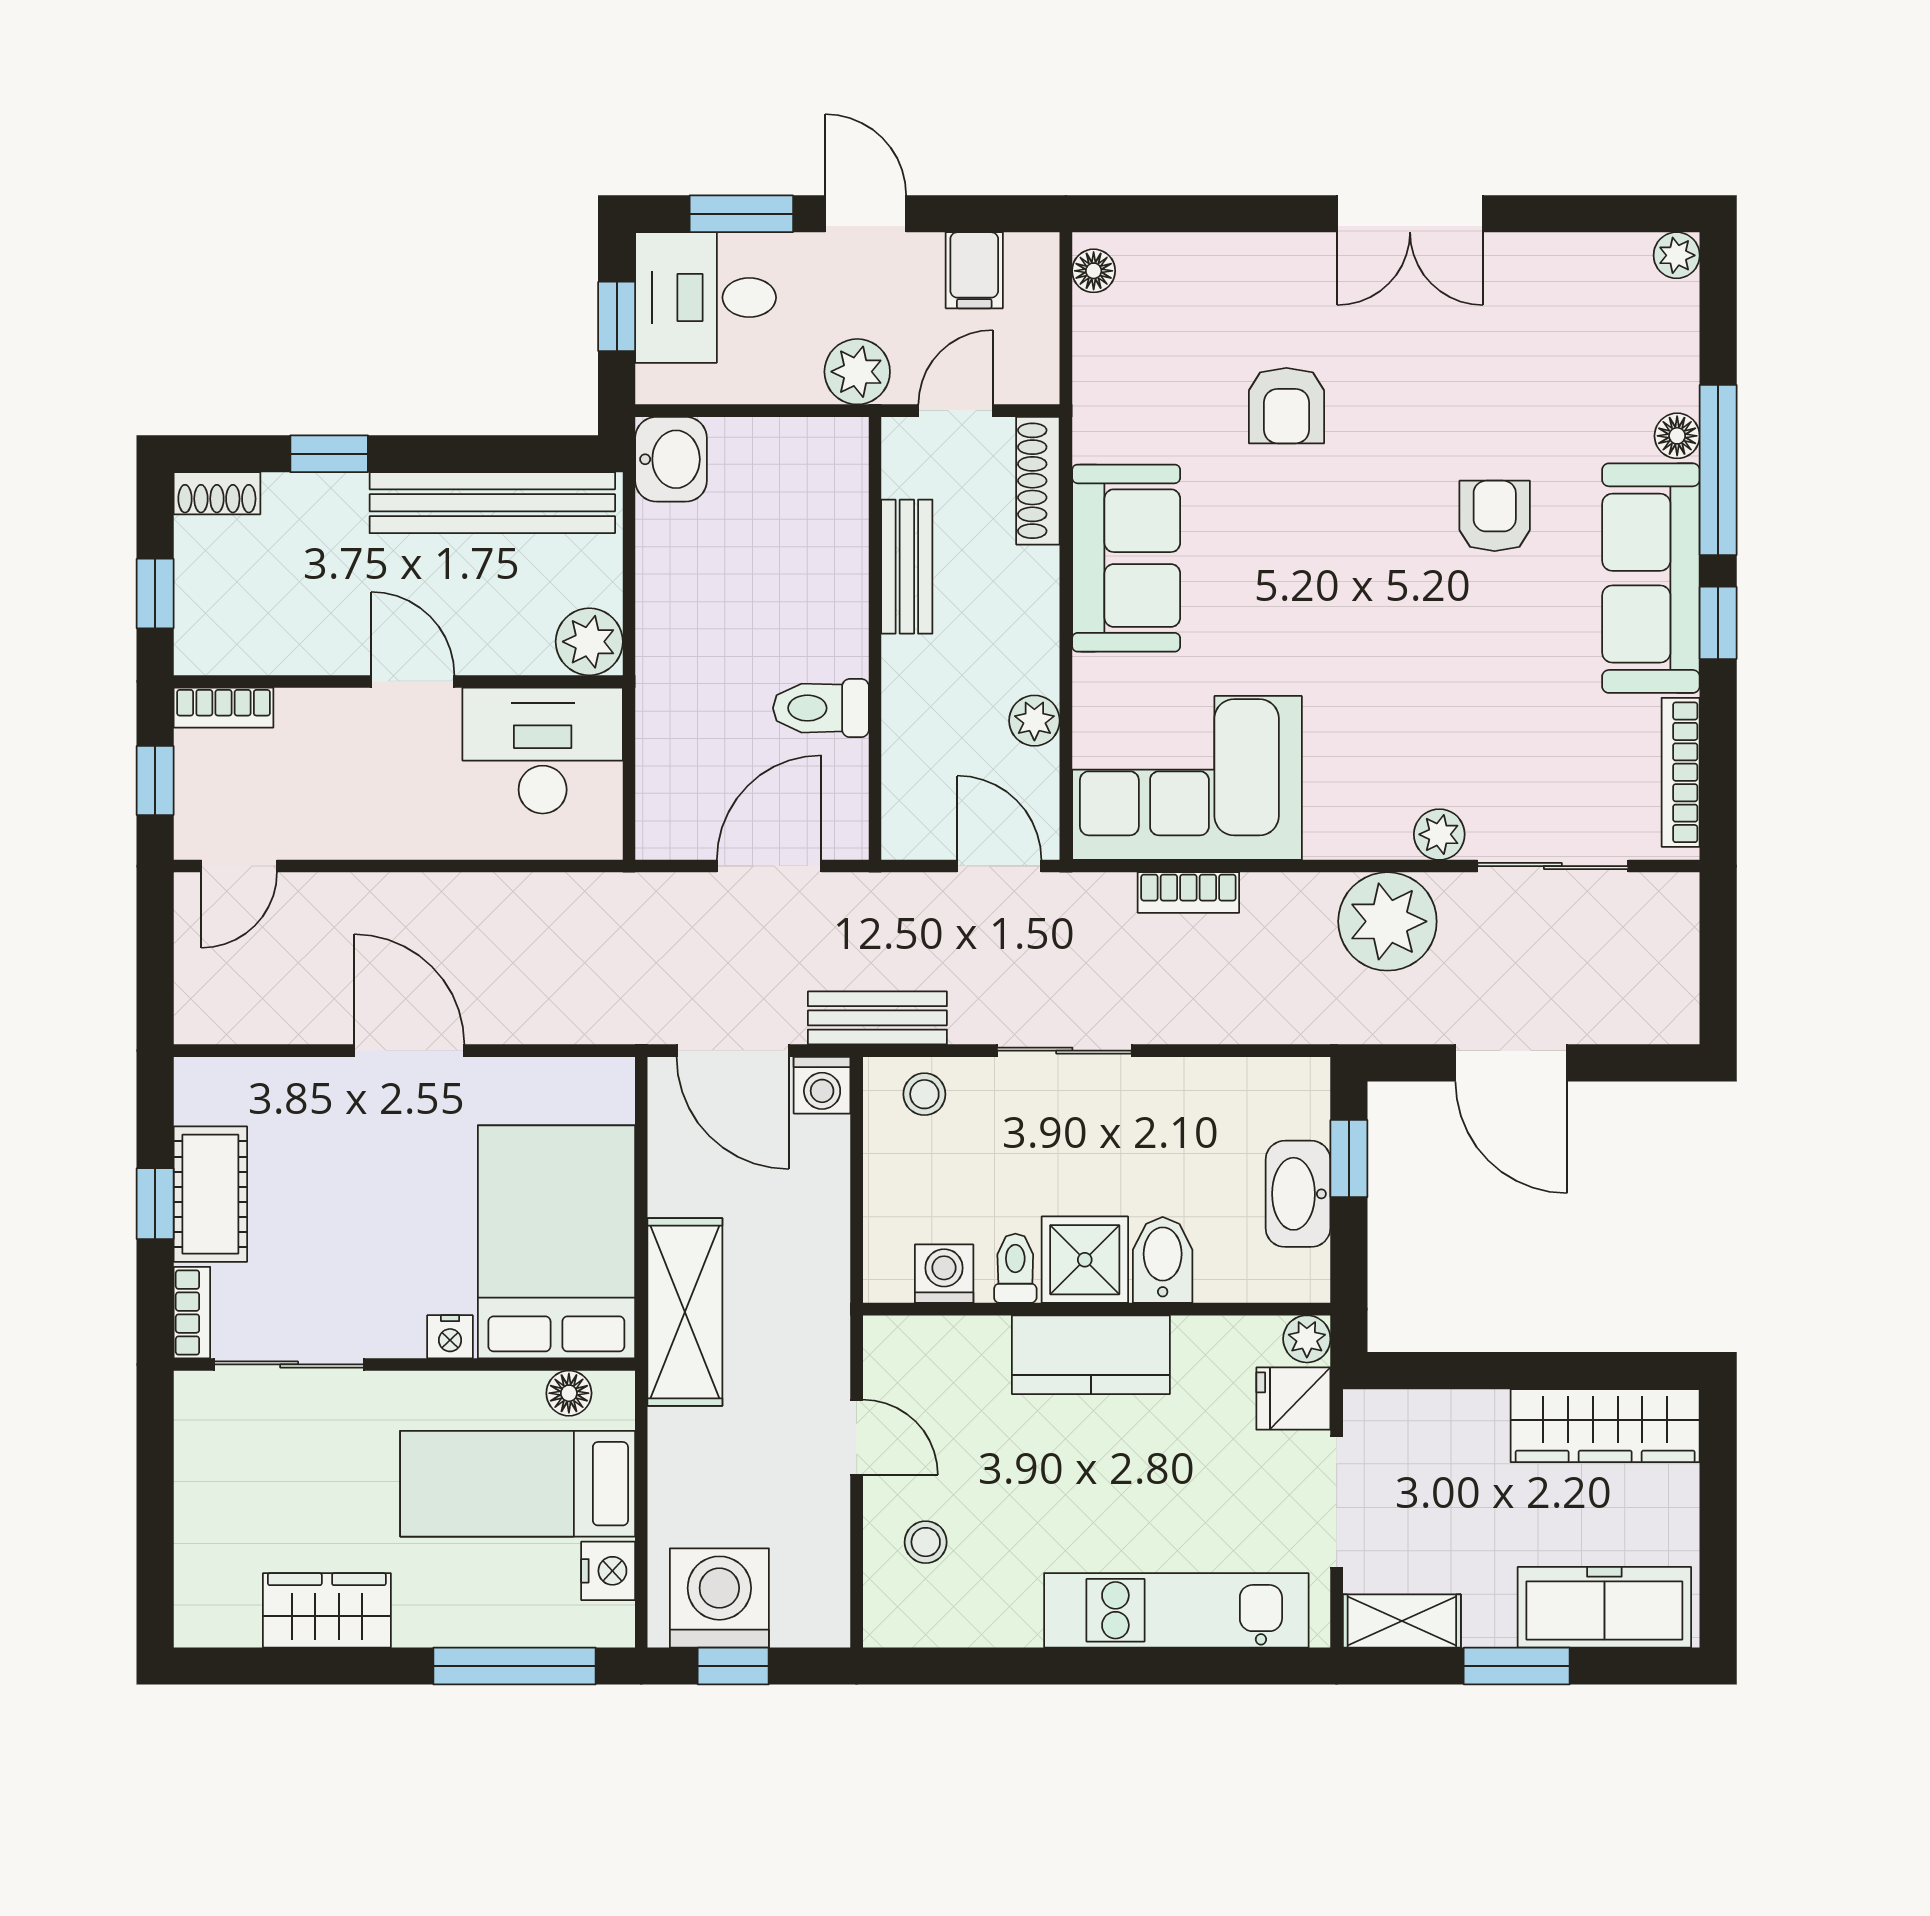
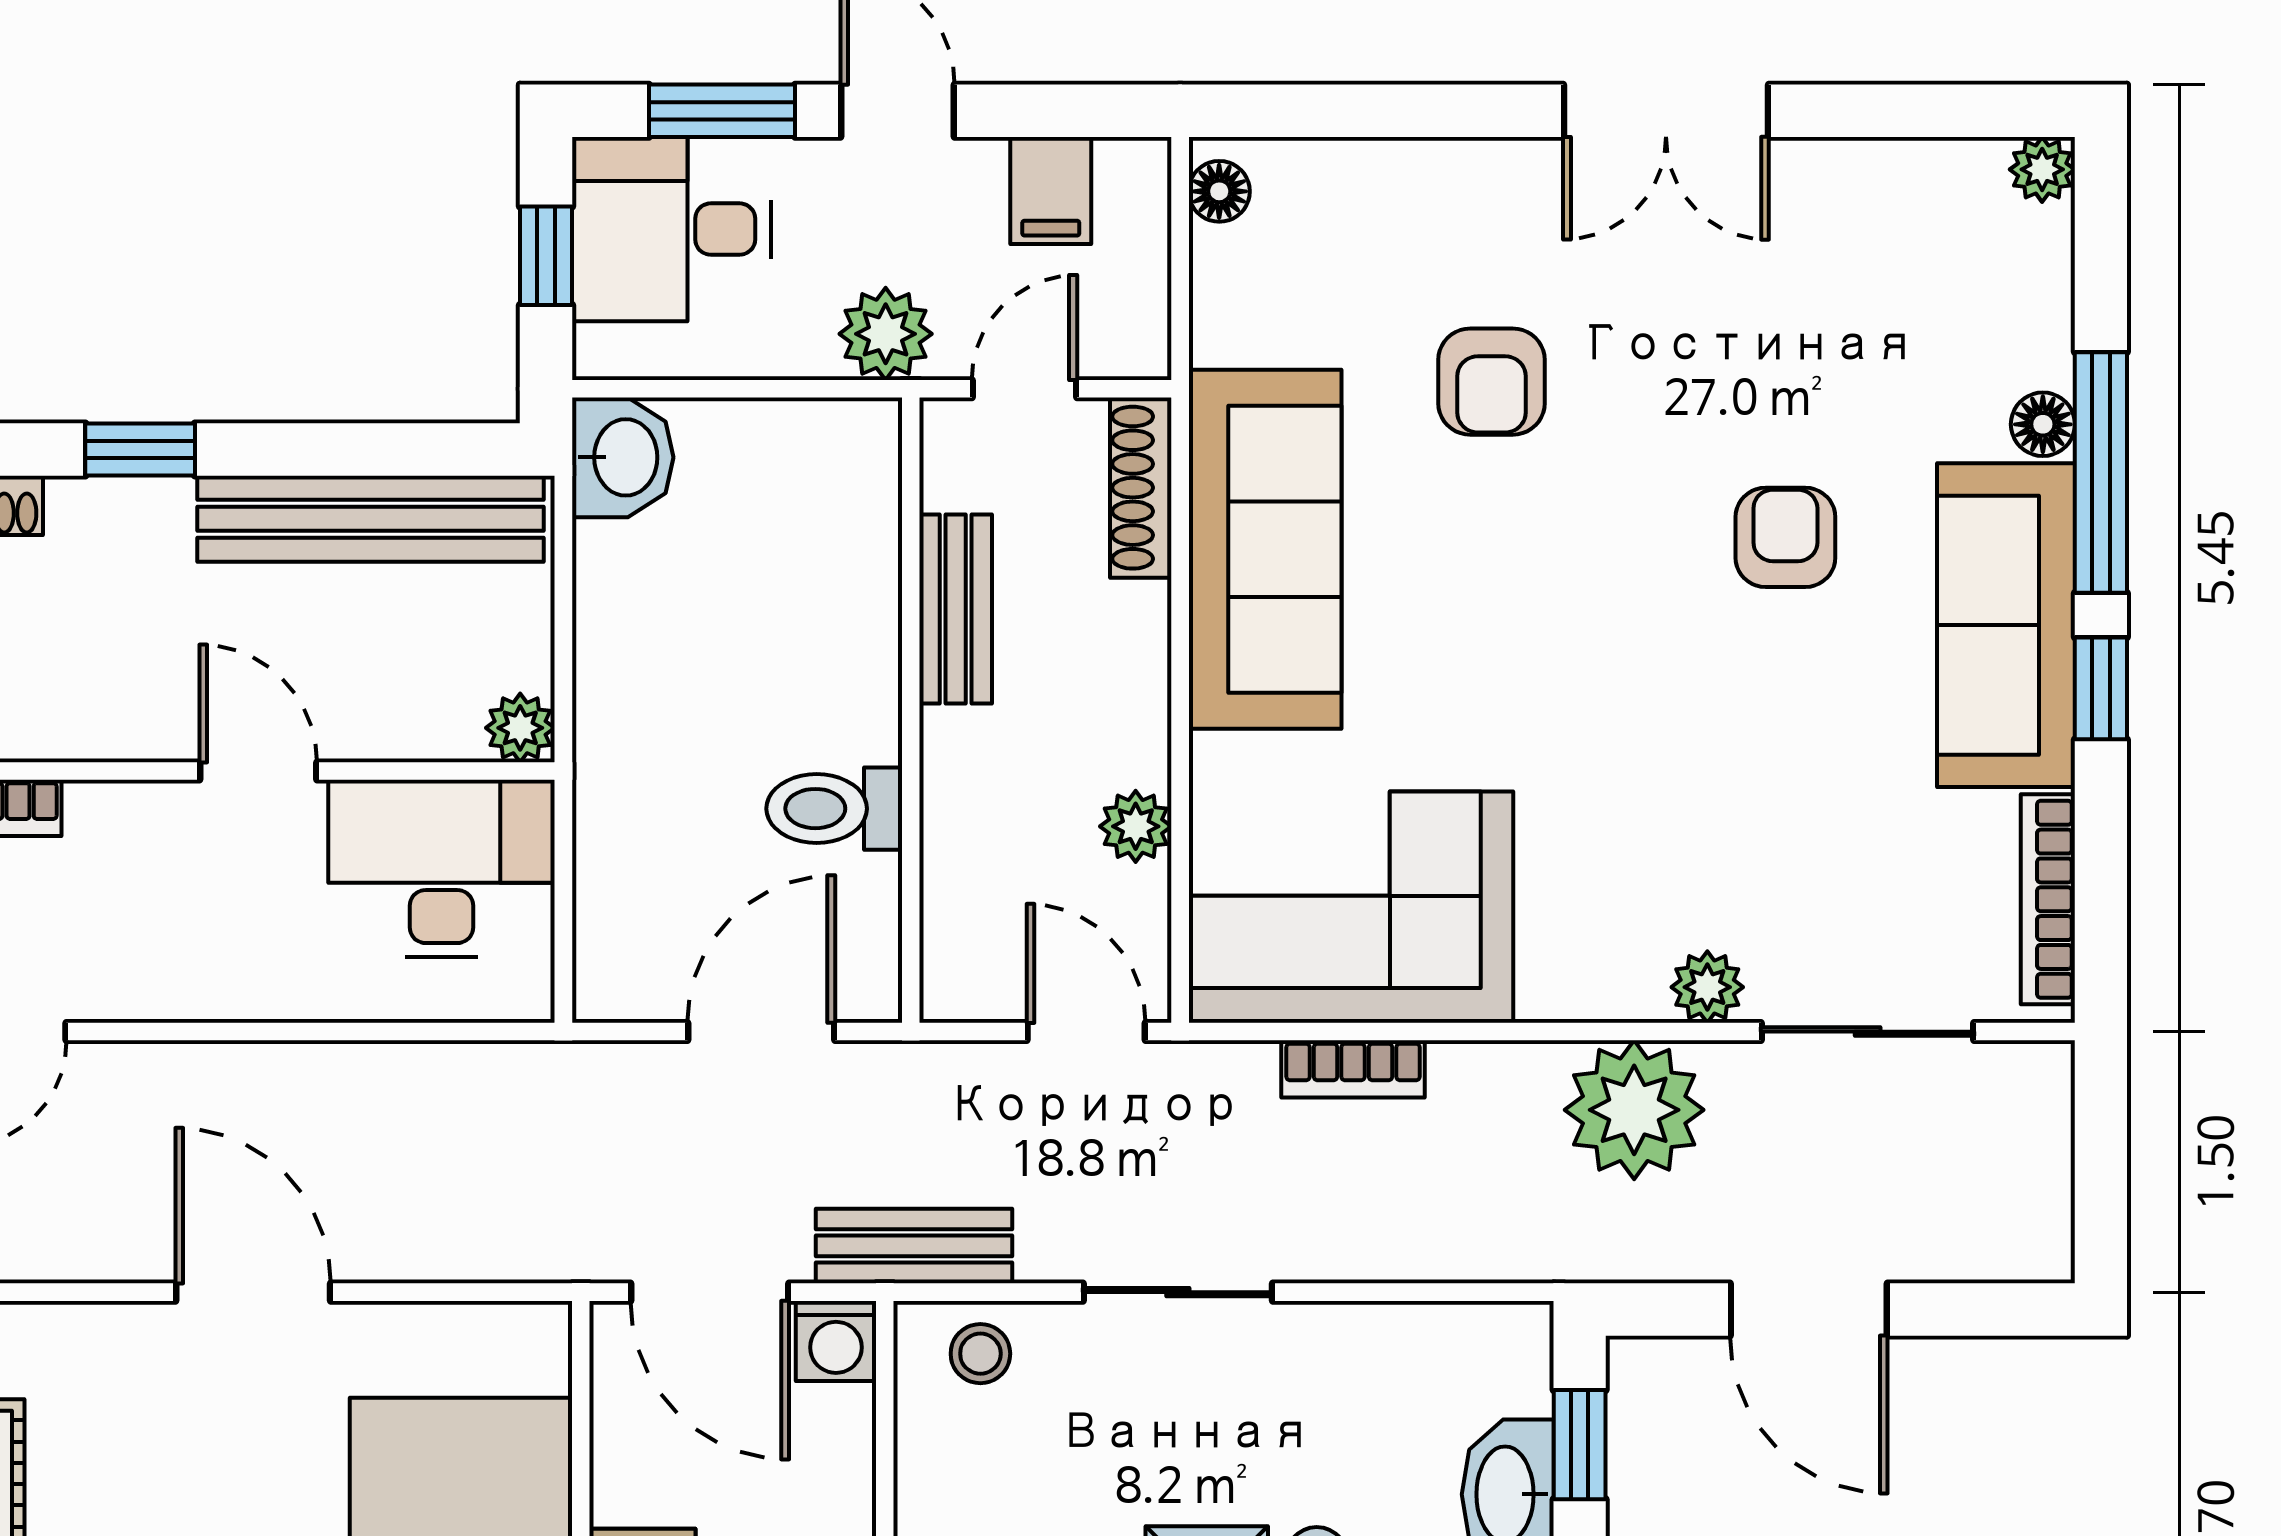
sofa: (1126, 558) -> (1265, 549), width x1.36
plant: (589, 642) -> (520, 728), width x0.73, depth x0.73

